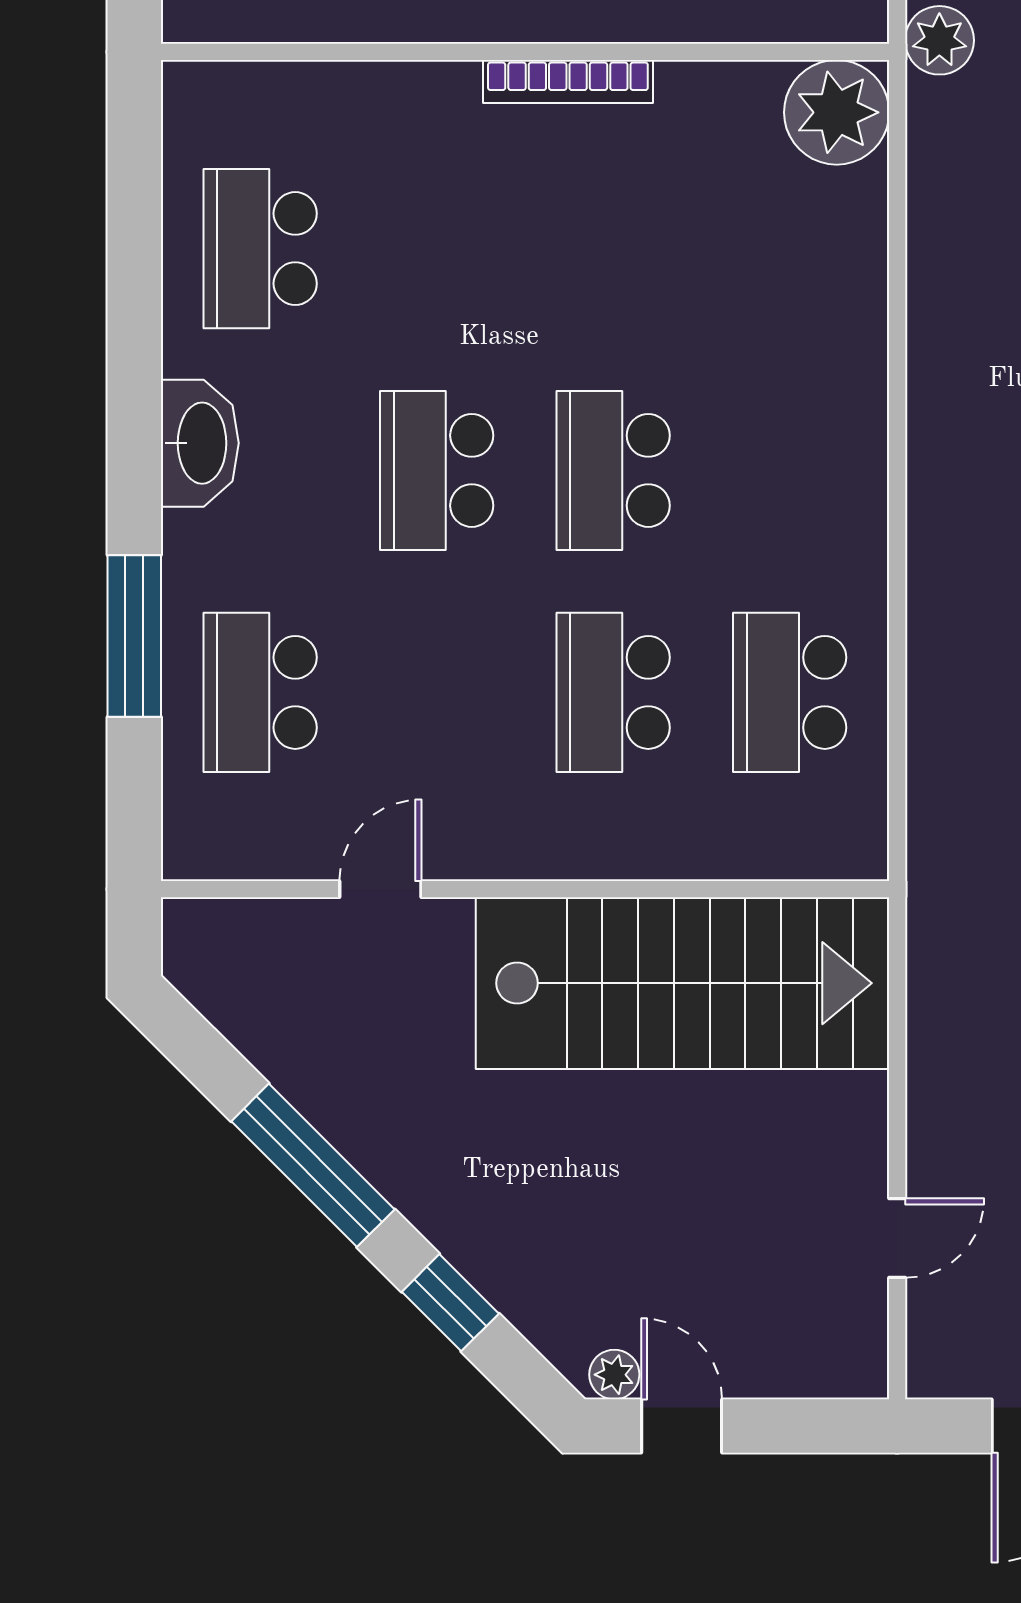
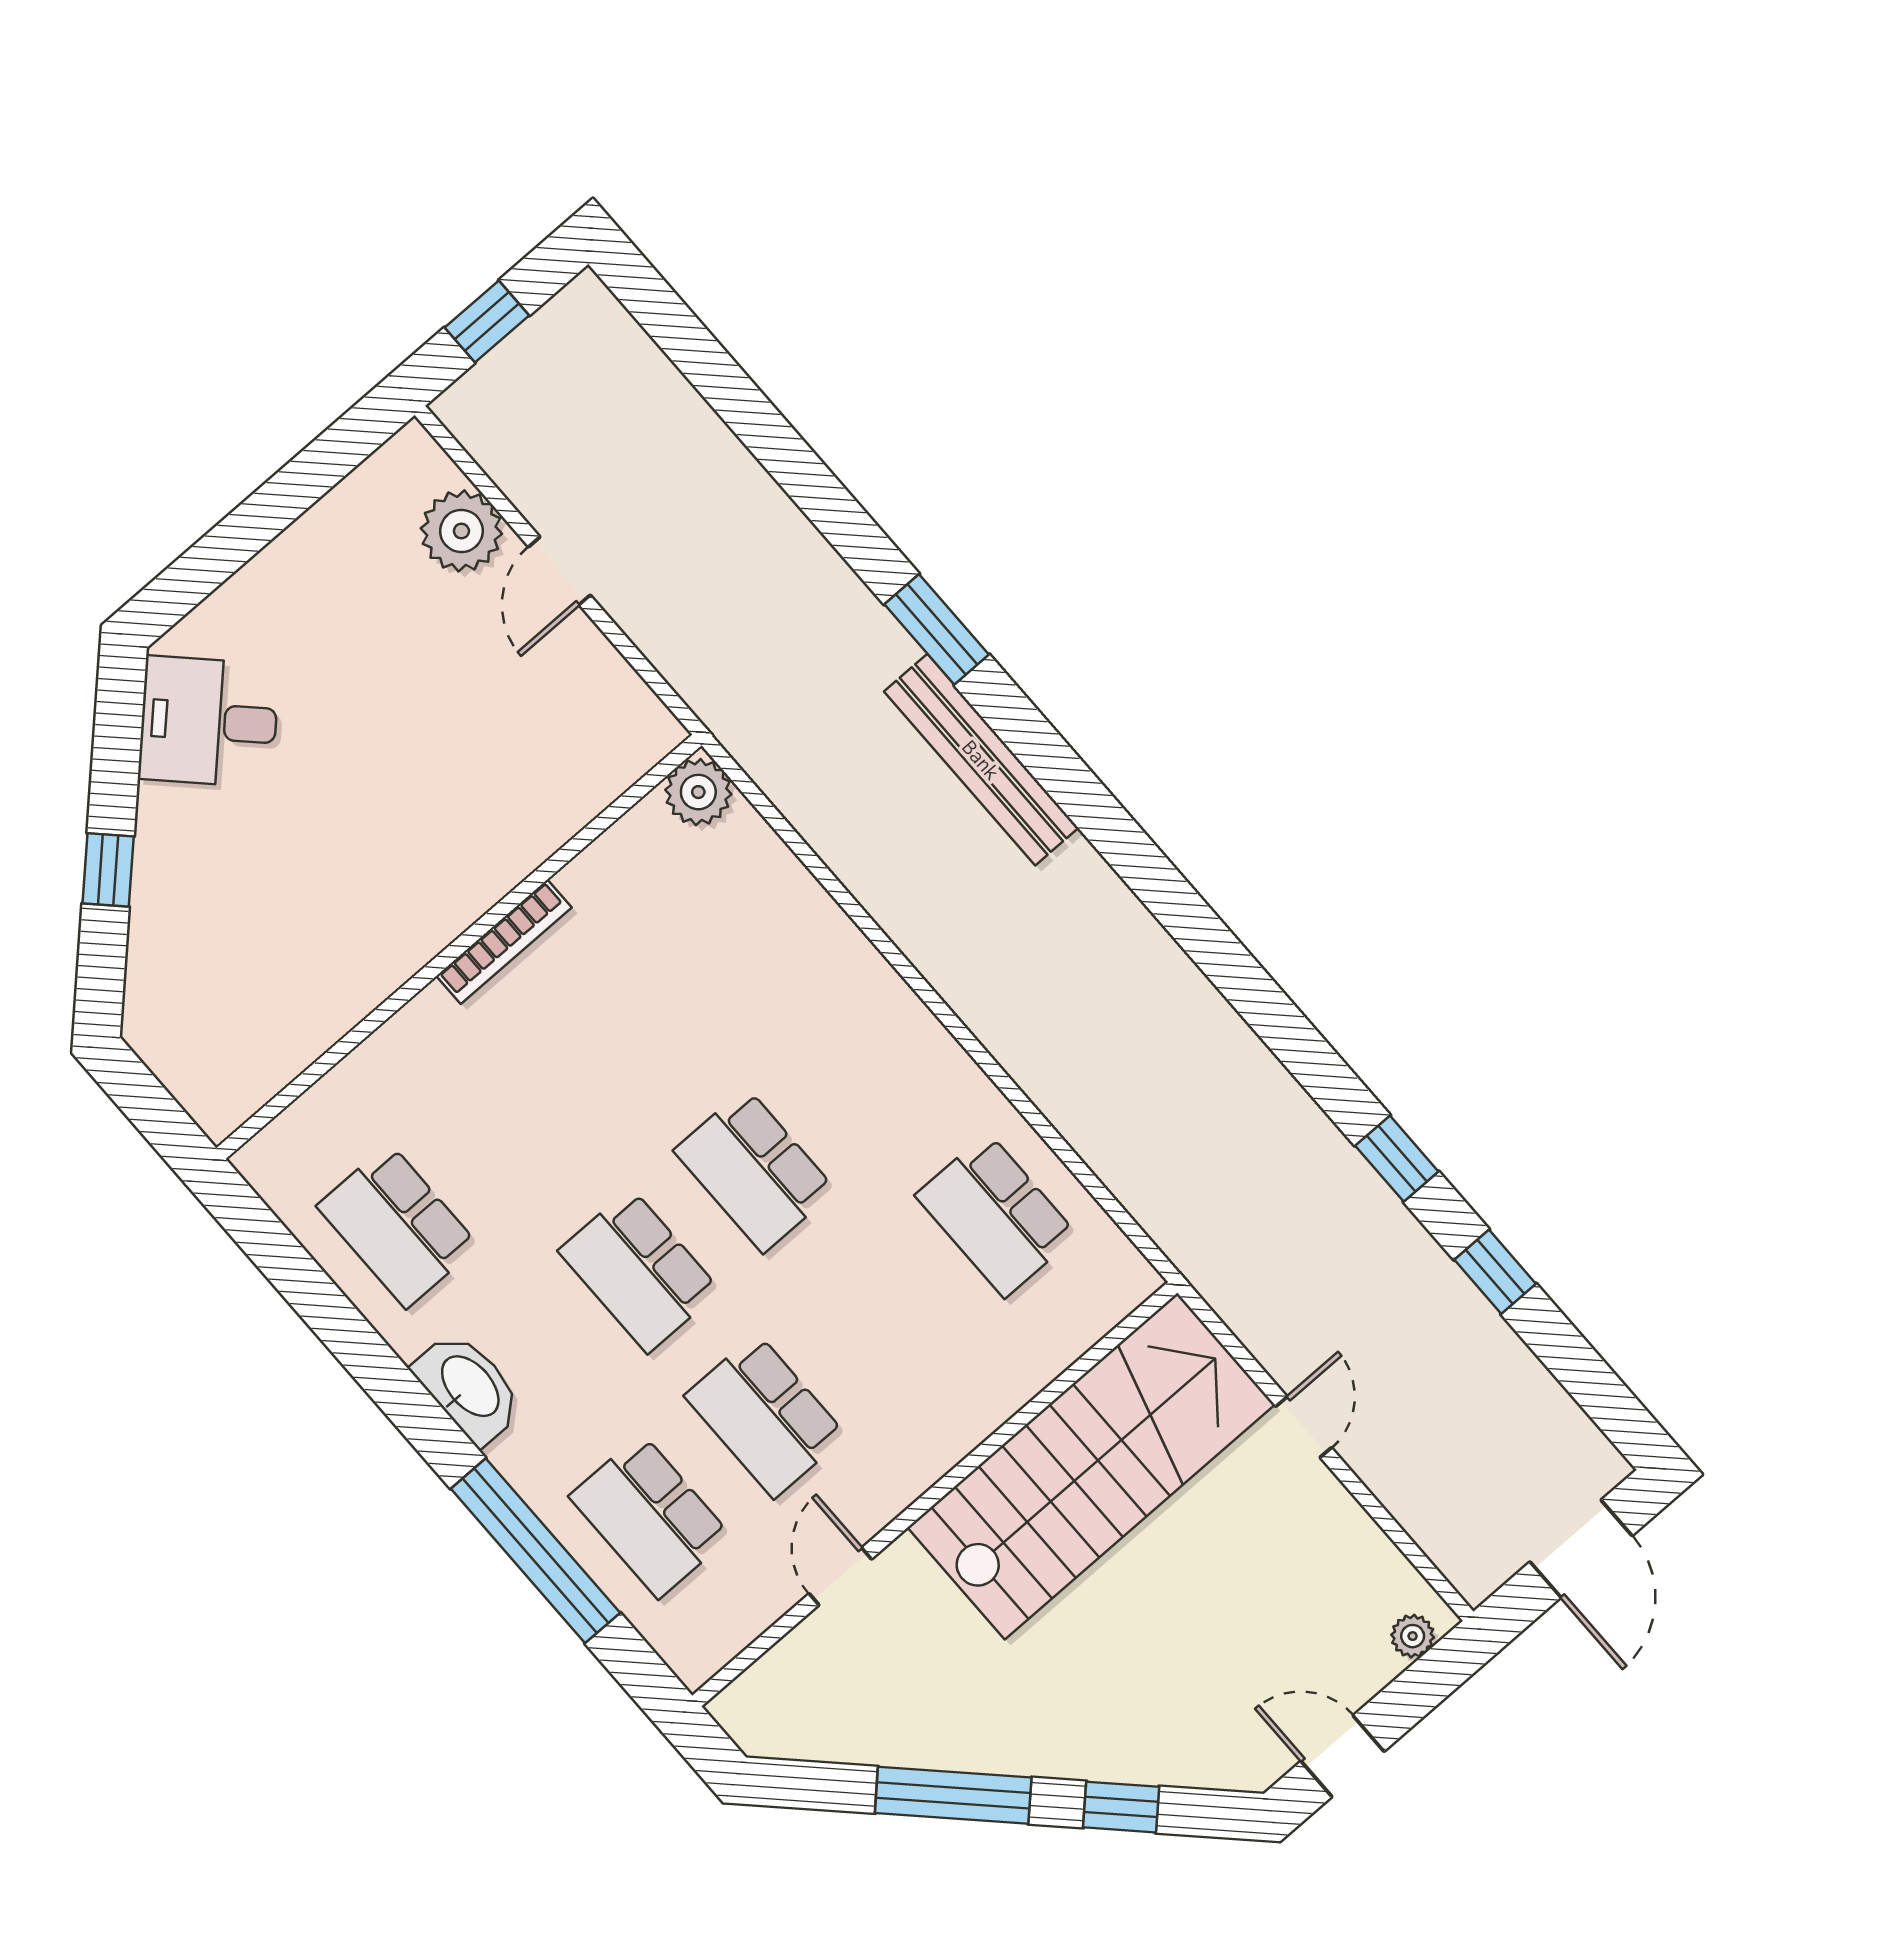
plant: (939, 40) -> (723, 704), removed
plant: (837, 112) -> (698, 792), width x0.73, depth x0.73
window: (134, 636) -> (535, 1551), width x1.46
school desk: (613, 692) -> (765, 1416), moved
door: (897, 1238) -> (1304, 1427), moved
plant: (614, 1375) -> (1413, 1636), moved

